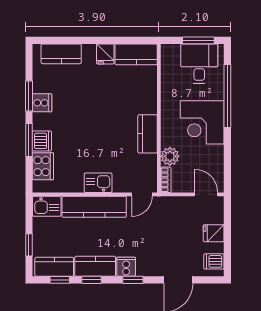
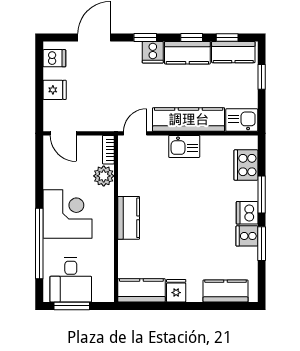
kitchen counter: (148, 134) -> (129, 218), moved
dishwasher: (42, 141) -> (247, 213), moved

